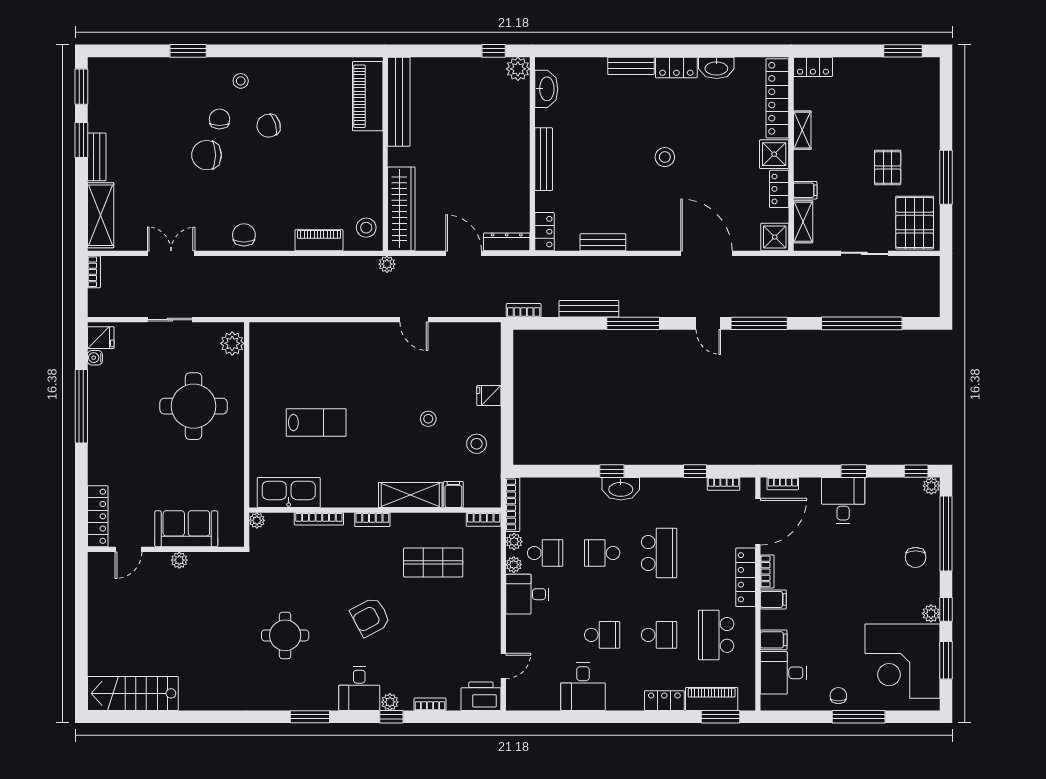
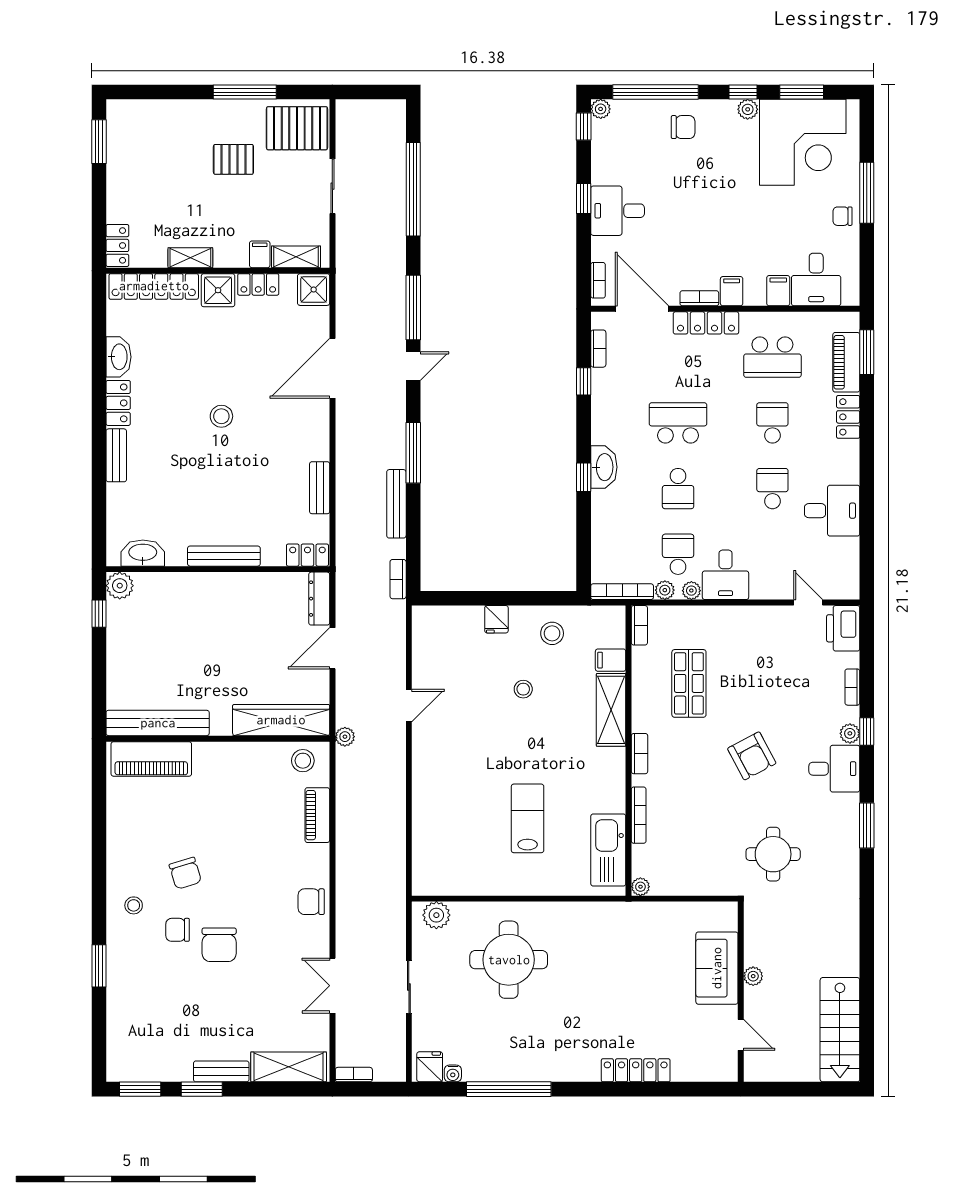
sofa: (186, 529) -> (717, 968), moved
door: (128, 549) -> (741, 1035), moved
wall: (166, 549) -> (741, 992), moved
plant: (179, 560) -> (753, 976), moved

